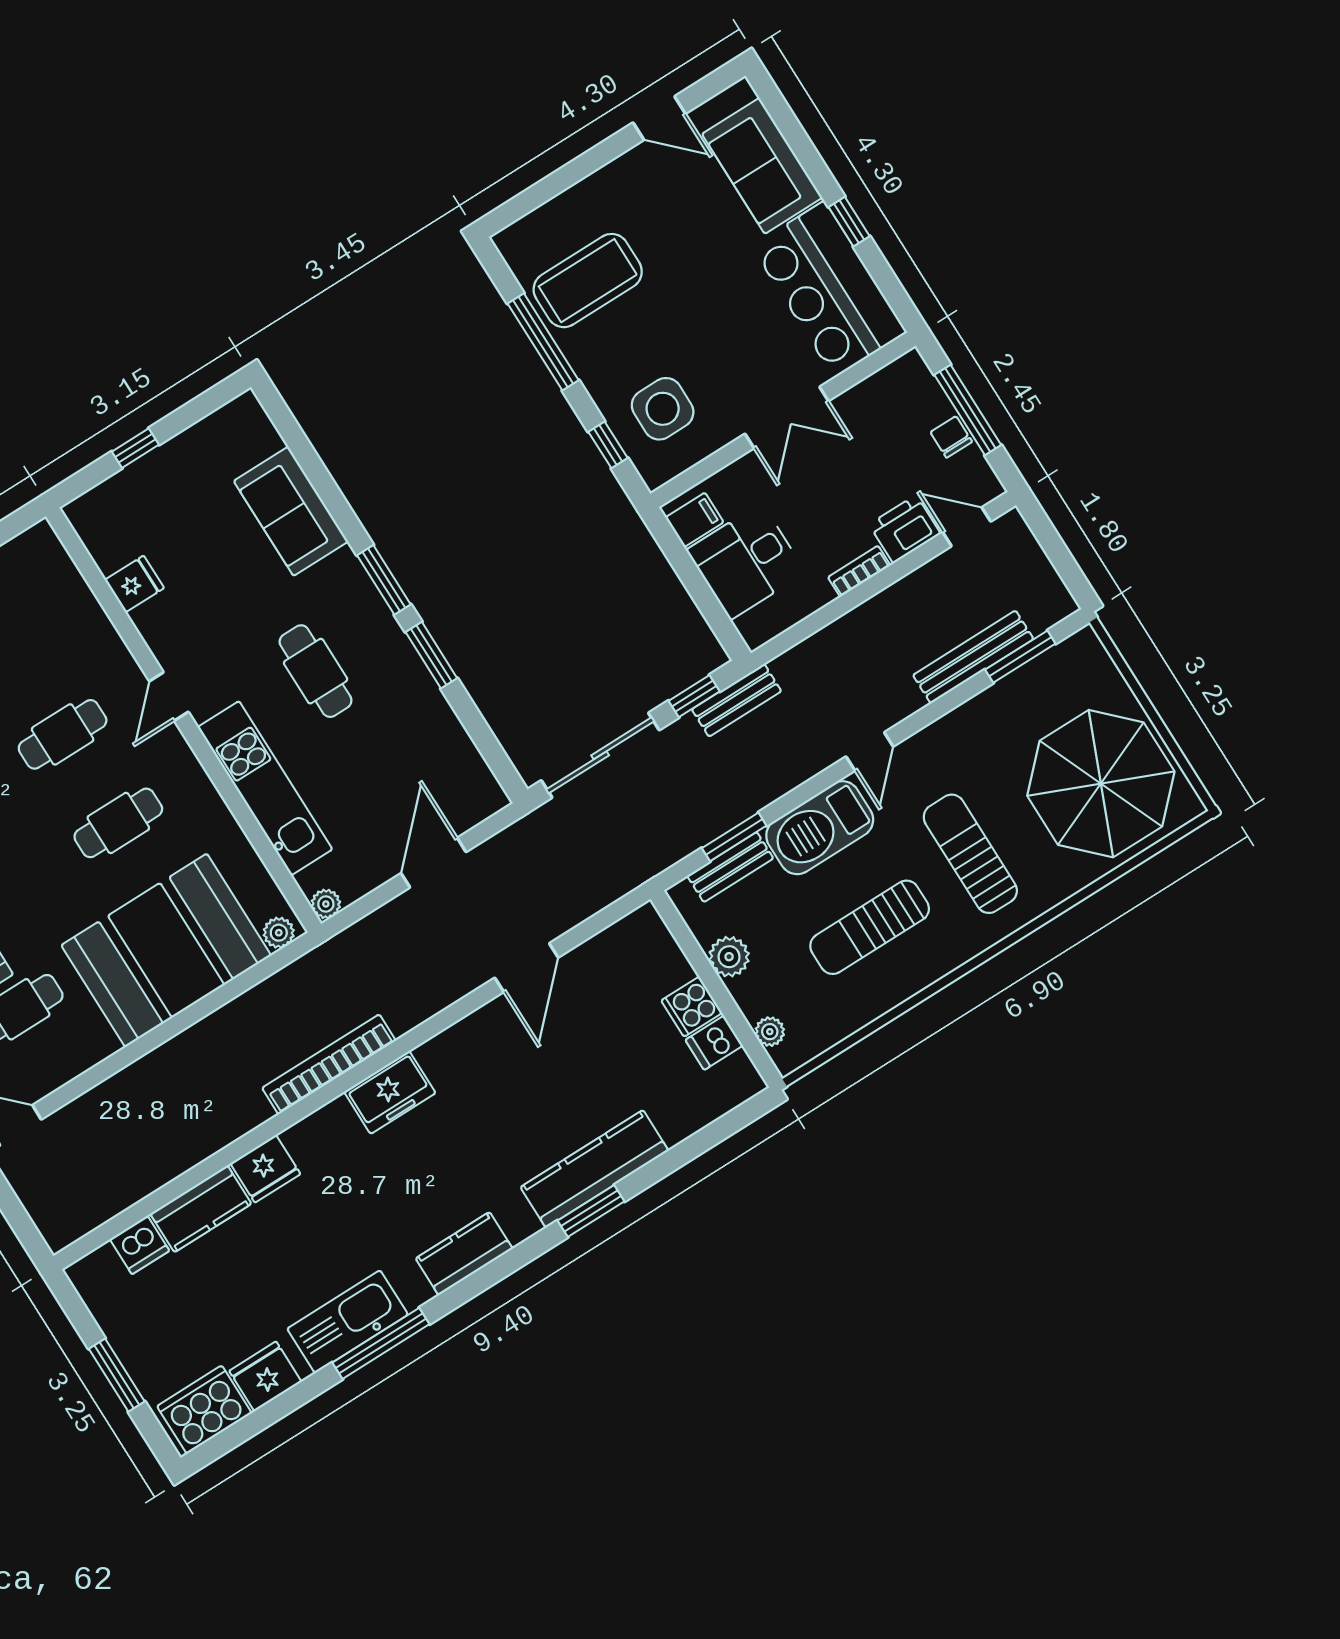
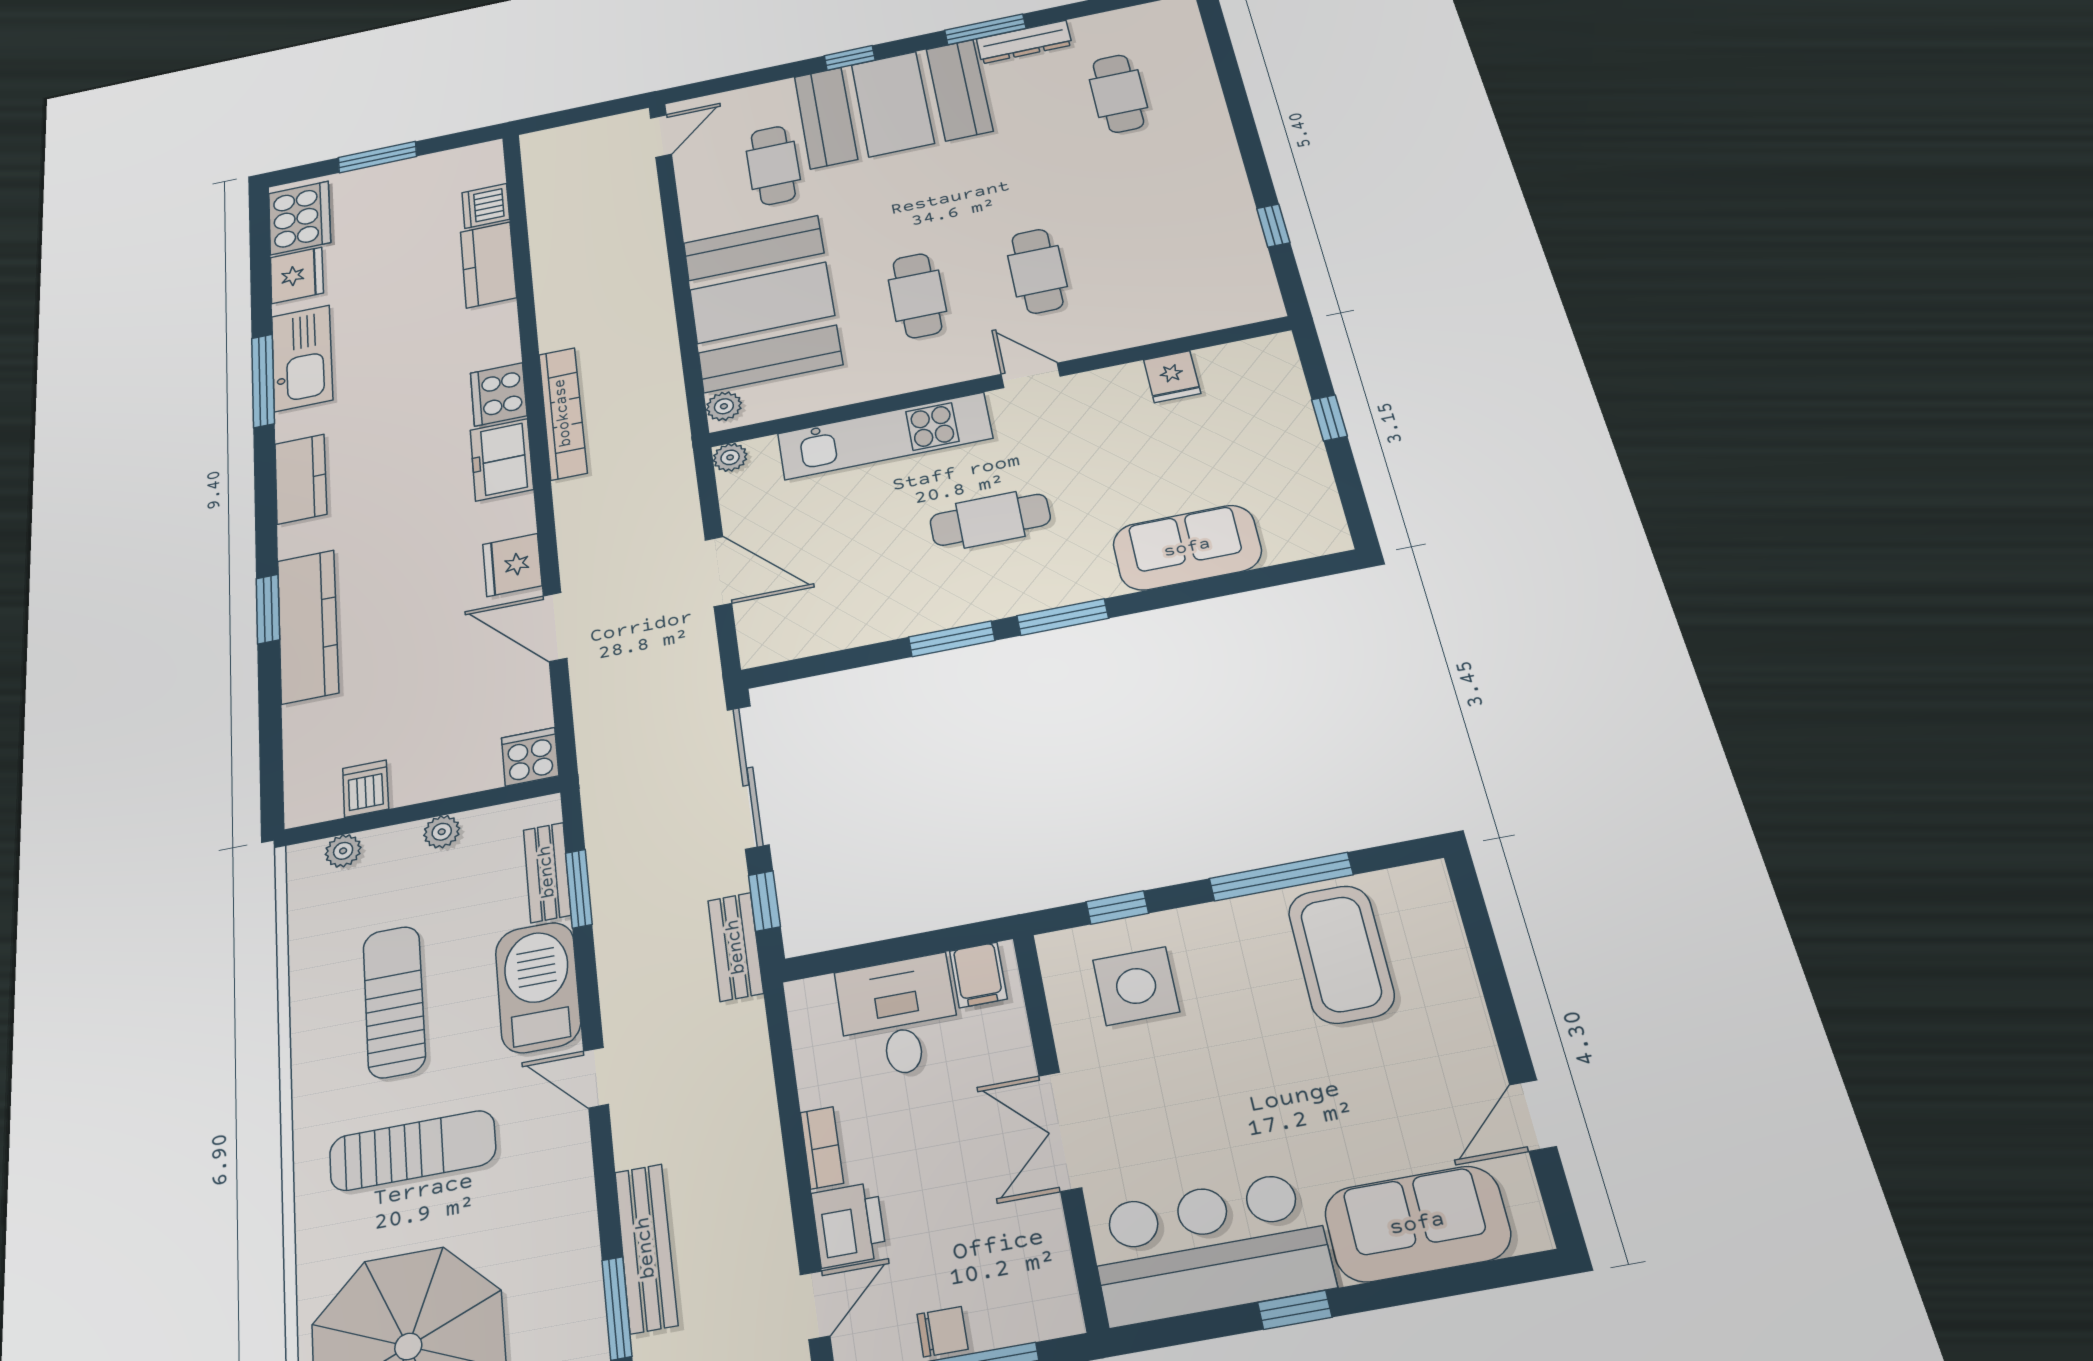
plant: (729, 957) -> (442, 832), width x0.73, depth x0.73
cooker: (692, 1007) -> (530, 757), moved
cooker: (328, 1129) -> (499, 394), added
fridge: (265, 1169) -> (512, 565), moved

